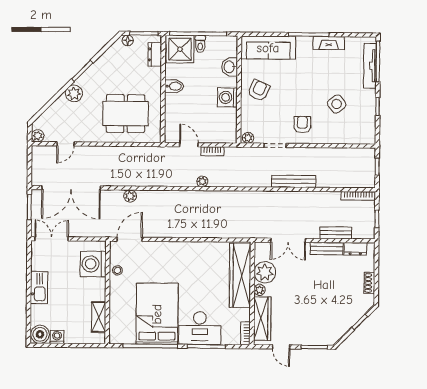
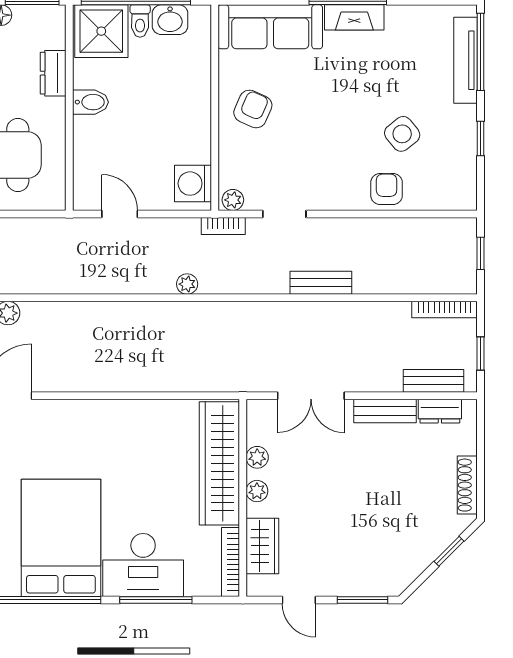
fireplace: (329, 43) -> (354, 17), moved
dresser: (155, 54) -> (53, 73), moved
washbasin: (230, 67) -> (170, 20), moved, turned -90
washing machine: (227, 97) -> (193, 184), moved
armchair: (302, 125) -> (387, 189), moved
bookcase: (212, 151) -> (223, 226), moved
plant: (202, 181) -> (187, 284), moved
bench: (294, 181) -> (321, 283), width x0.73
bench: (336, 233) -> (434, 381), moved
plant: (265, 272) -> (257, 457), width x0.53, depth x0.53
shoe rack: (369, 283) -> (467, 485), width x1.43
wardrobe: (262, 319) -> (262, 546), width x0.67
bookcase: (245, 333) -> (231, 562), width x1.56

